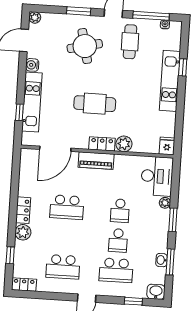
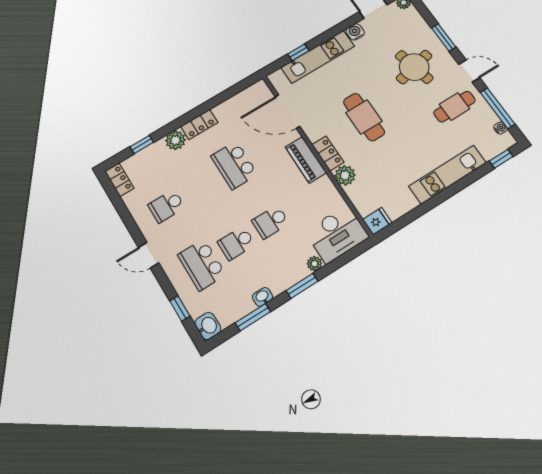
window: (183, 67) -> (501, 159), moved
washbasin: (161, 260) -> (262, 297), moved
school desk: (63, 267) -> (166, 206), width x0.54

